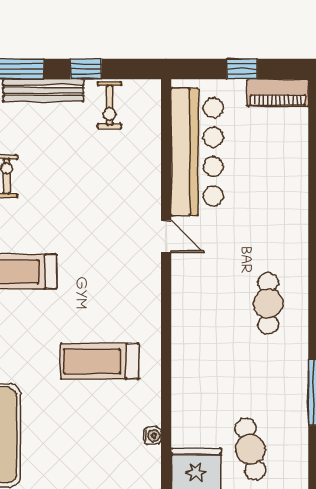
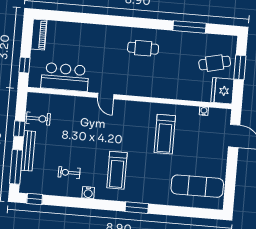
window: (242, 69) -> (25, 65), moved
bar counter: (197, 152) -> (65, 77), width x0.73
door: (166, 236) -> (106, 96), swing flipped

